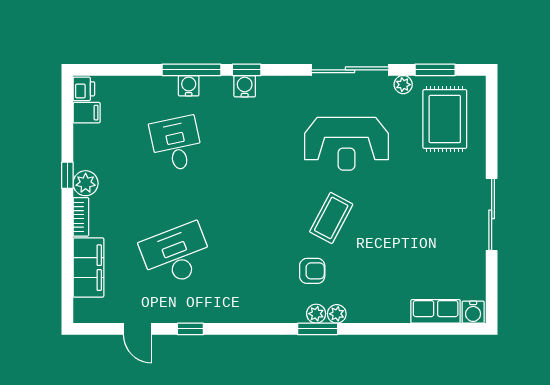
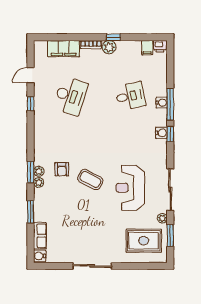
desk: (176, 255) -> (70, 96), turned 39
window: (391, 329) -> (31, 212), added

